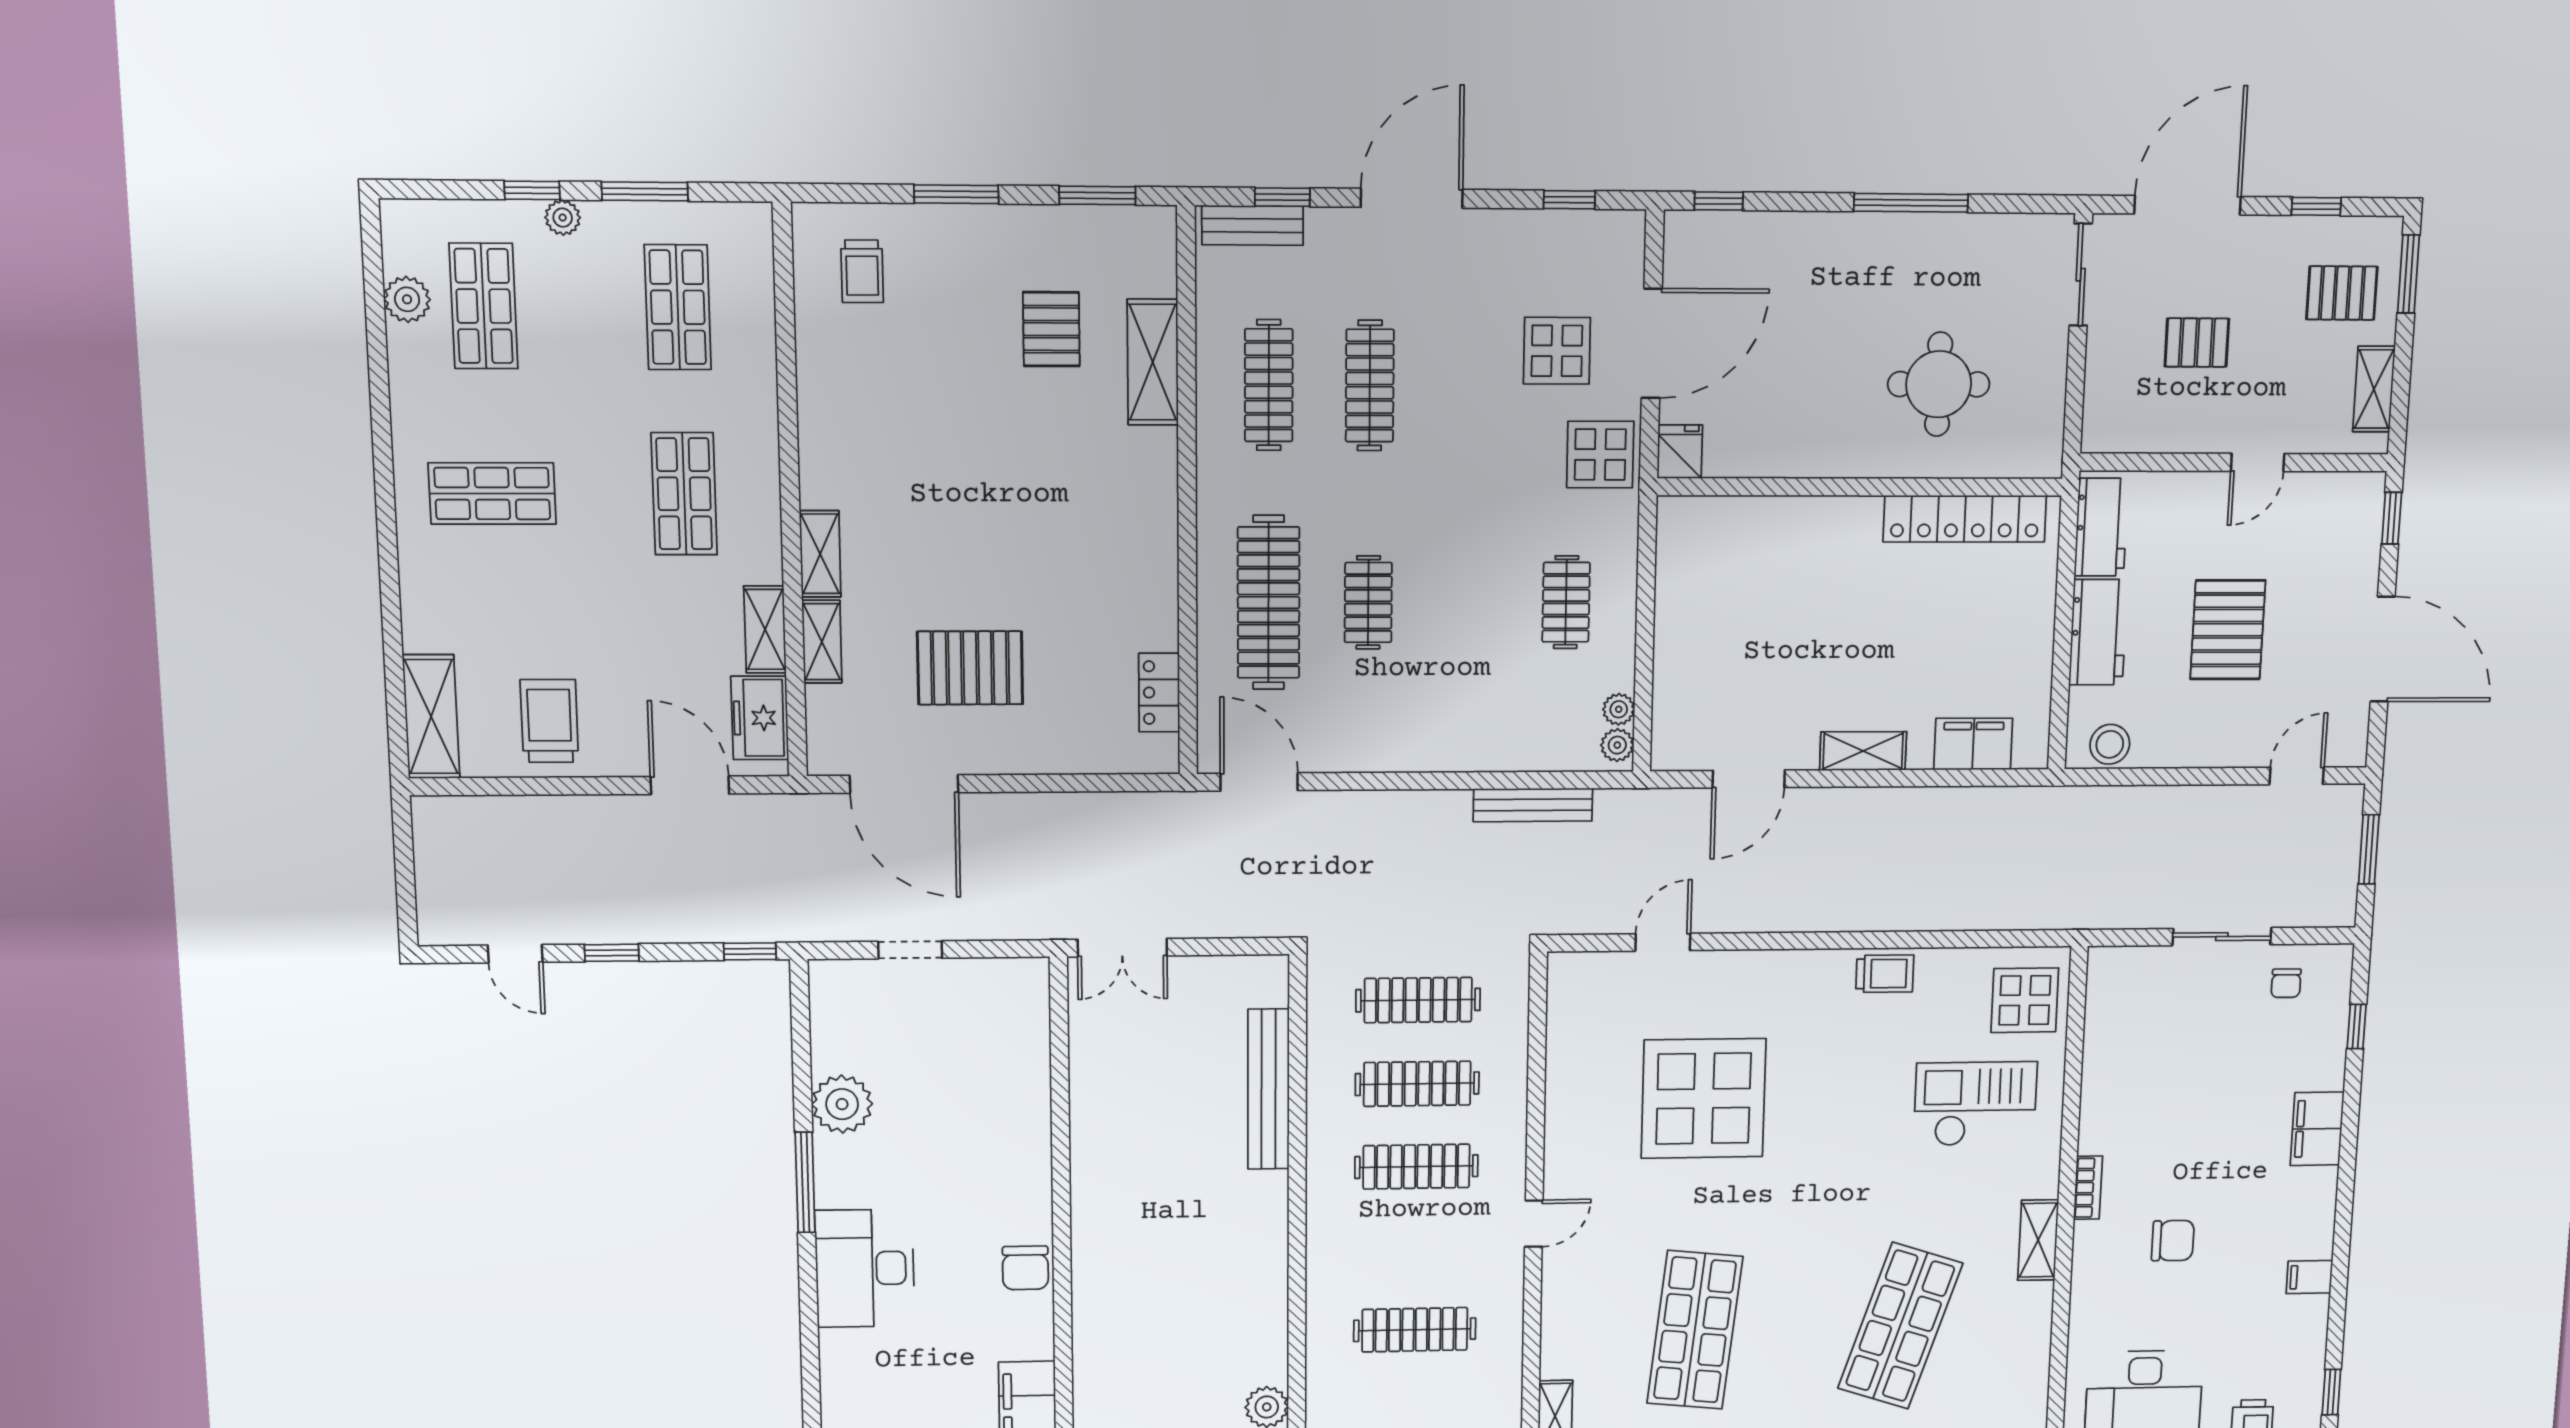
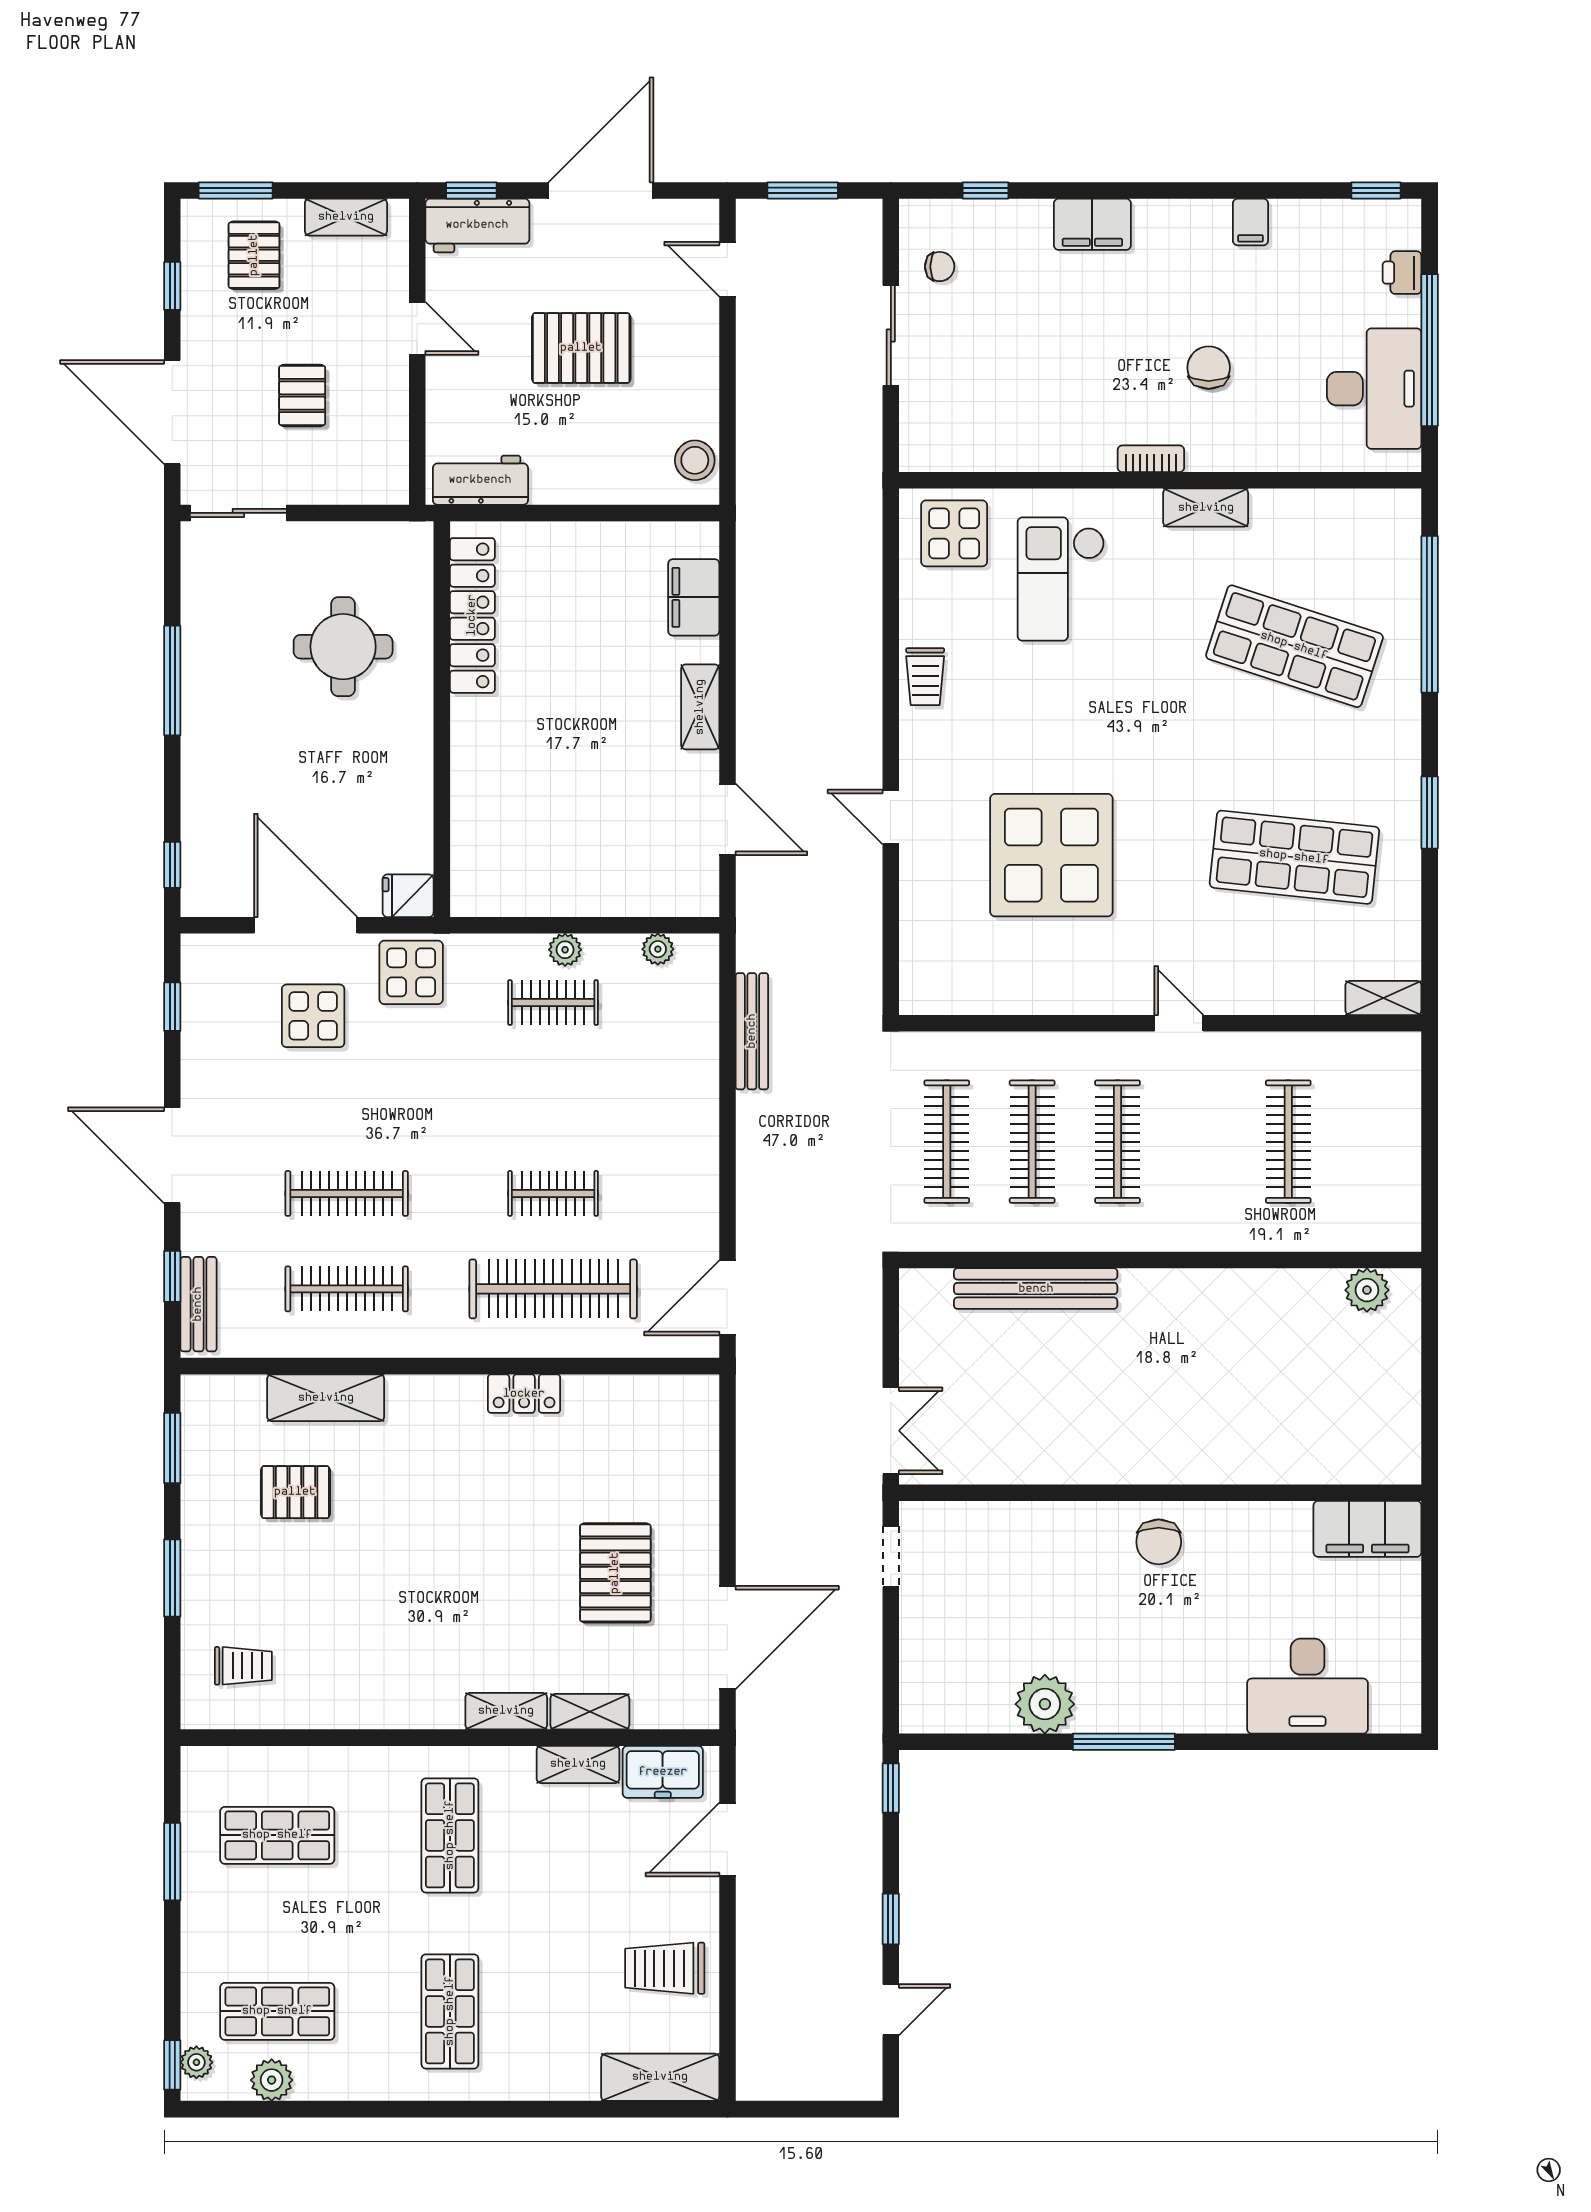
window: (532, 190) -> (172, 2065), moved
plant: (563, 218) -> (196, 2062), moved
shop shelf: (684, 494) -> (450, 1835), turned 90
workbench: (2098, 632) -> (477, 225), moved, turned 180
locker: (1159, 693) -> (524, 1394), moved
plant: (1617, 745) -> (565, 950), moved
door: (1663, 942) -> (891, 817), moved
doorway: (910, 950) -> (891, 1557), moved
trolley: (1885, 974) -> (925, 677), turned 180
desk: (865, 1268) -> (1307, 1686), moved
chair: (1025, 1268) -> (1159, 1542), moved, turned 90

